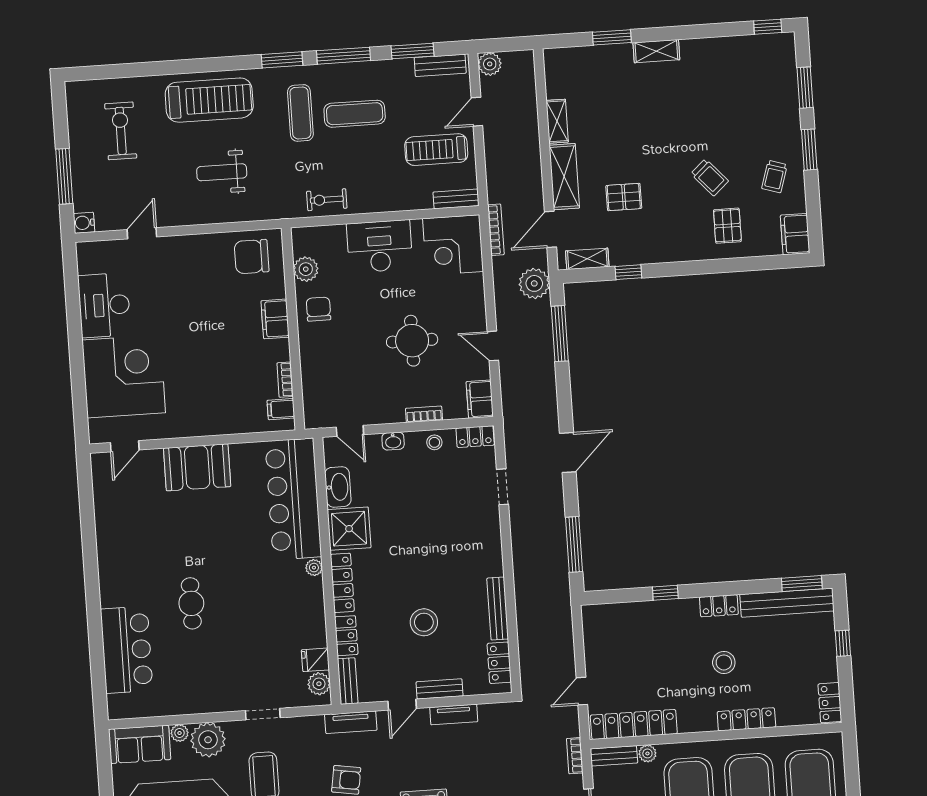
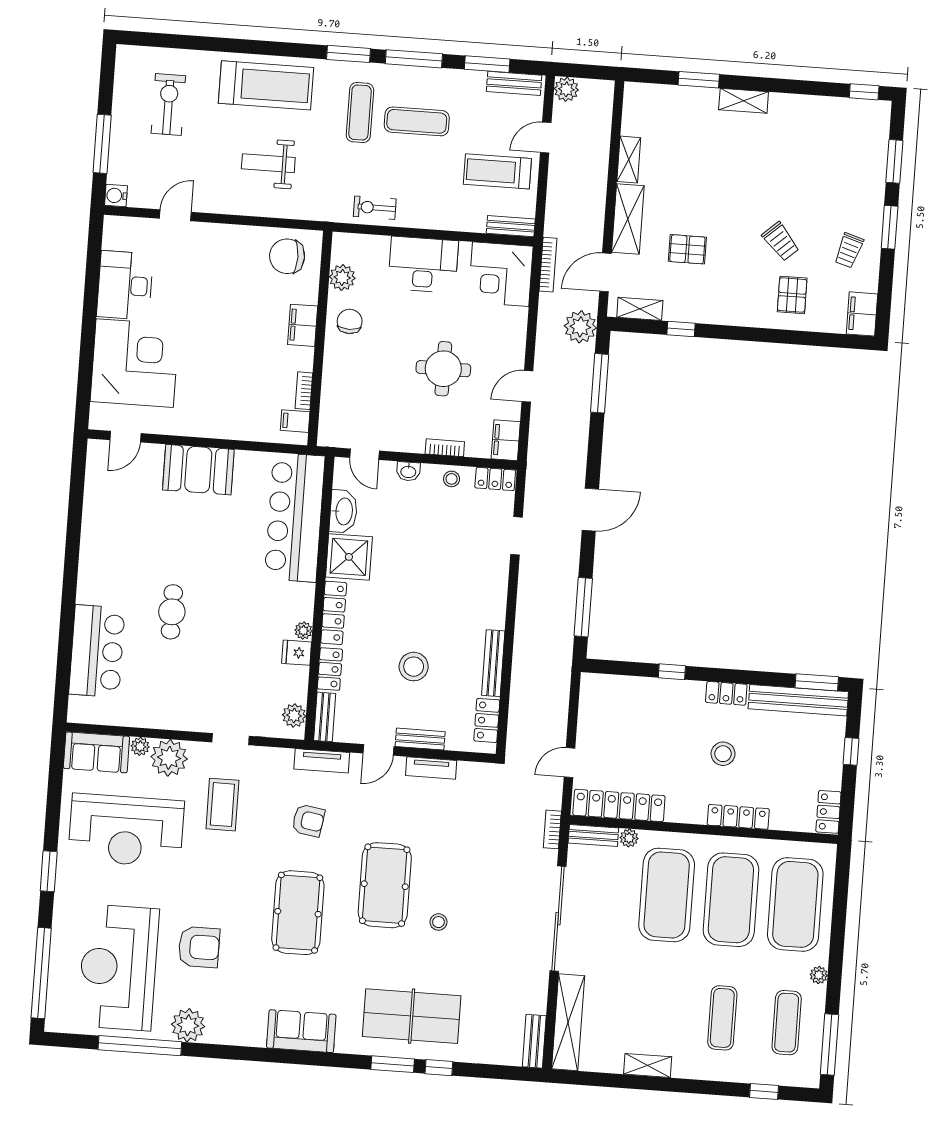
door: (493, 346) -> (527, 386), hinge flipped
plant: (314, 568) -> (303, 631), moved
fridge: (315, 660) -> (297, 653), moved

